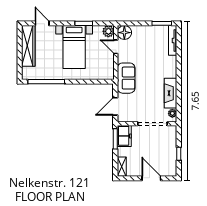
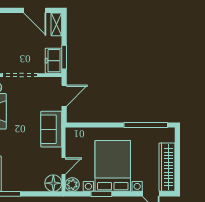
bed with nightstands: (74, 47) -> (113, 166), width x1.36
door: (116, 47) -> (63, 166), hinge flipped
door: (151, 178) -> (35, 10), moved

